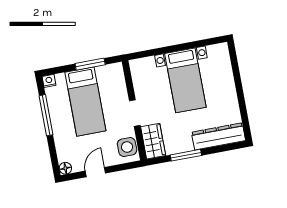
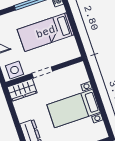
window: (90, 64) -> (76, 32), removed
window: (186, 155) -> (15, 117), removed

